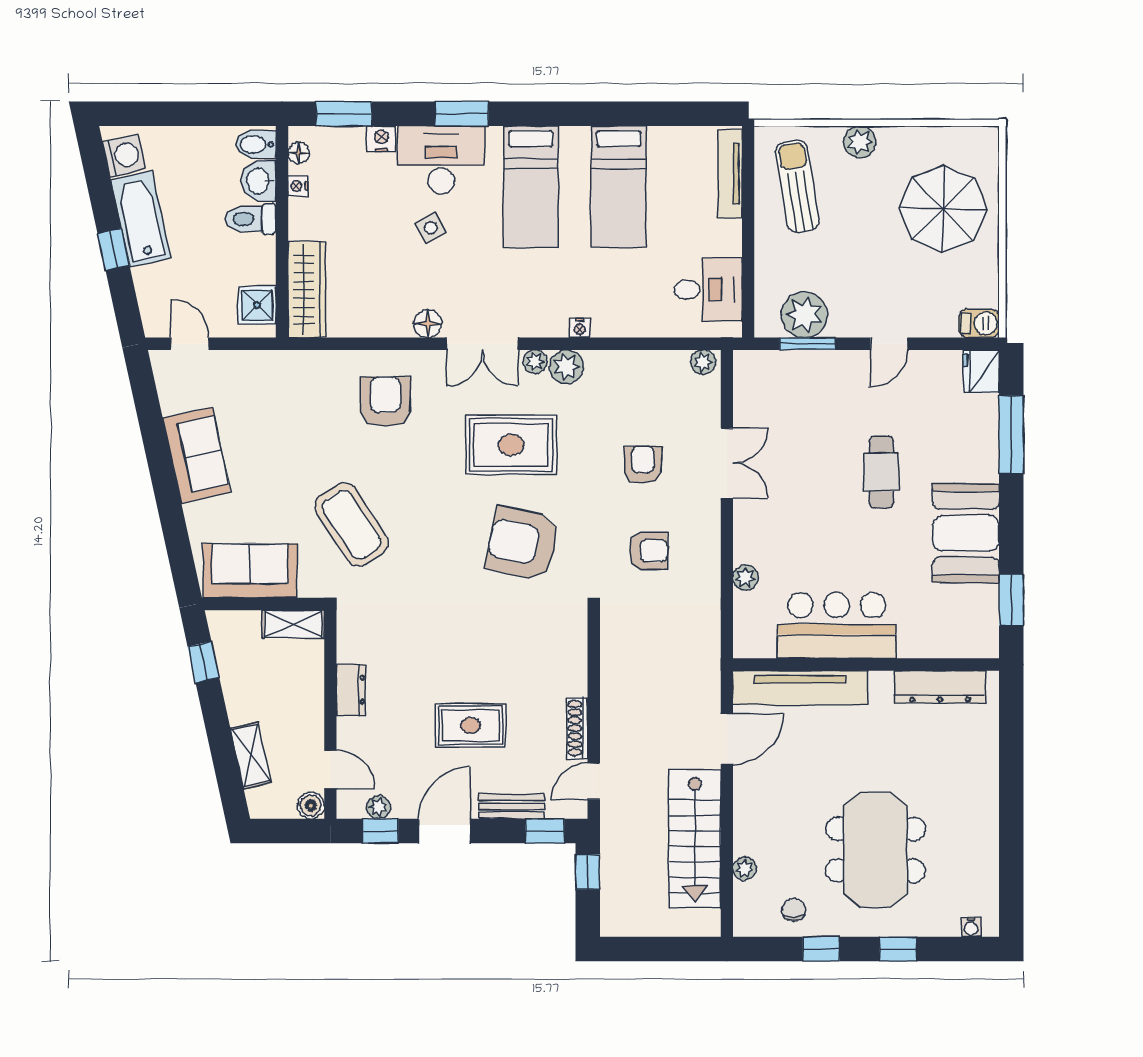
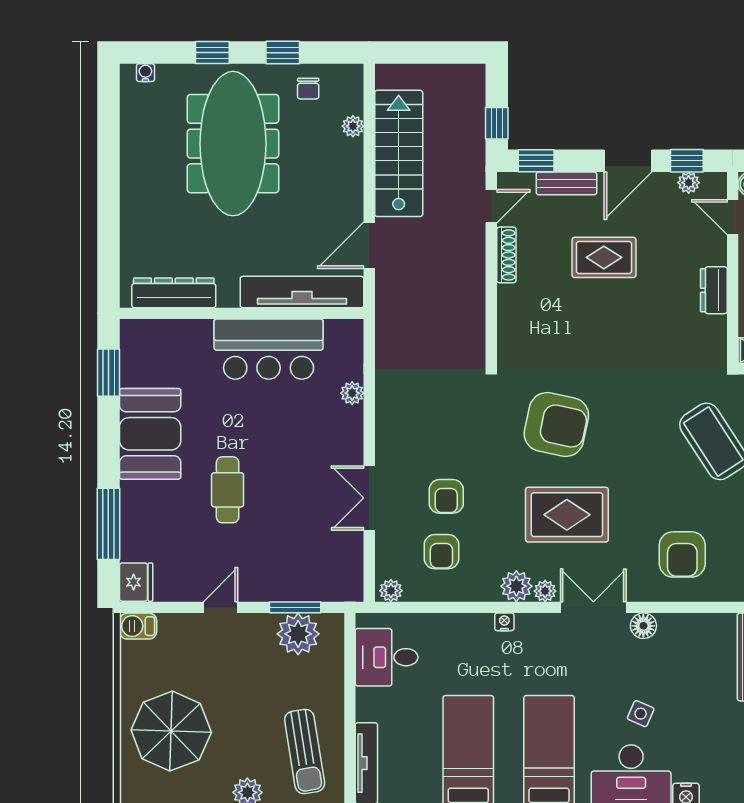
side table: (431, 228) -> (641, 714), turned -38
armchair: (648, 551) -> (441, 552), moved, turned -90
meeting table: (876, 850) -> (233, 144), width x1.36

